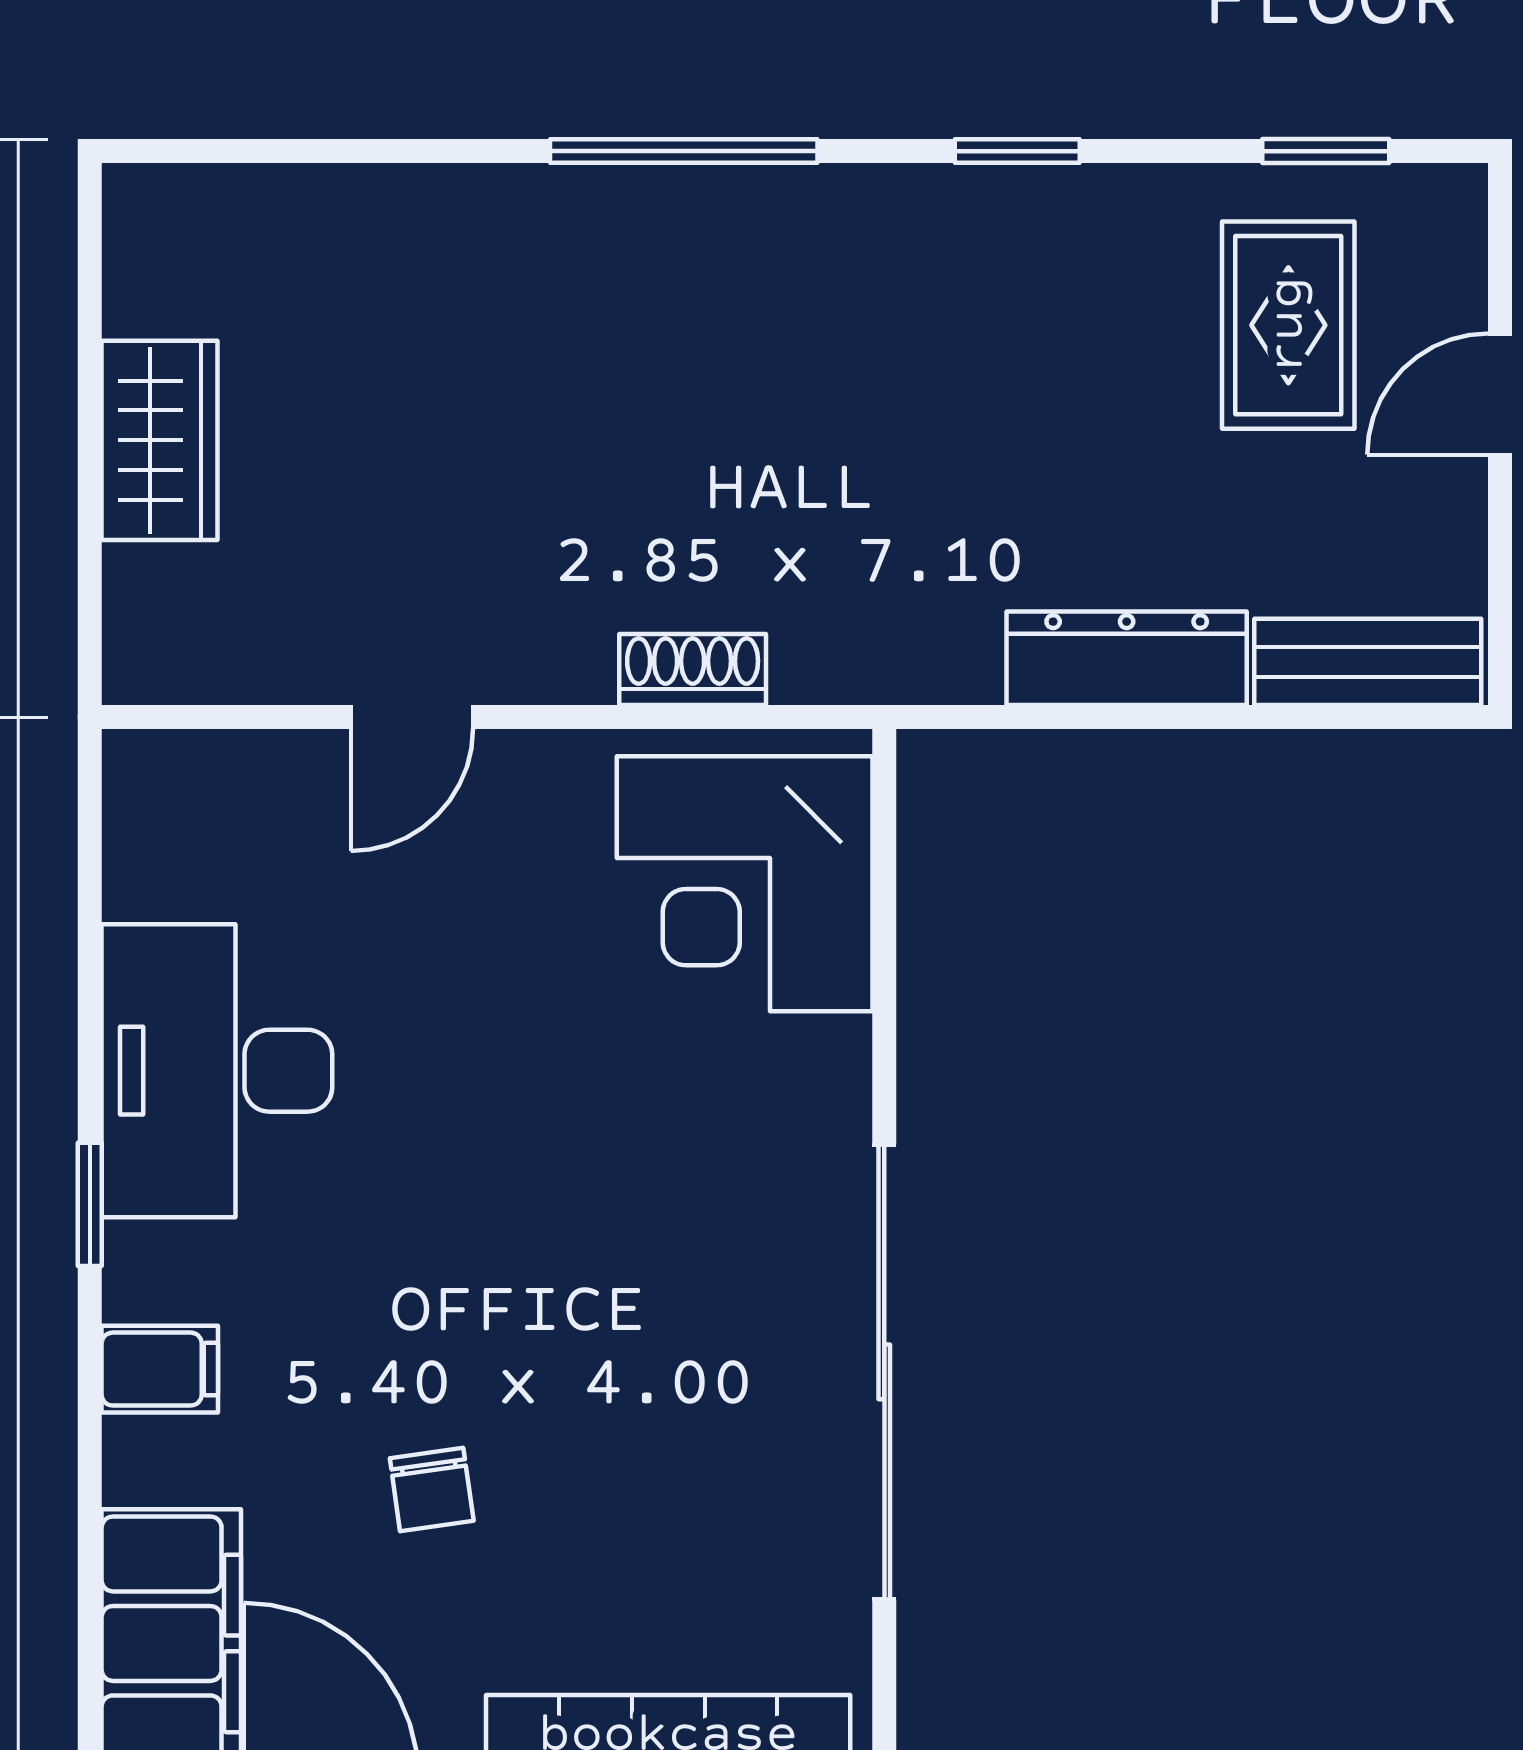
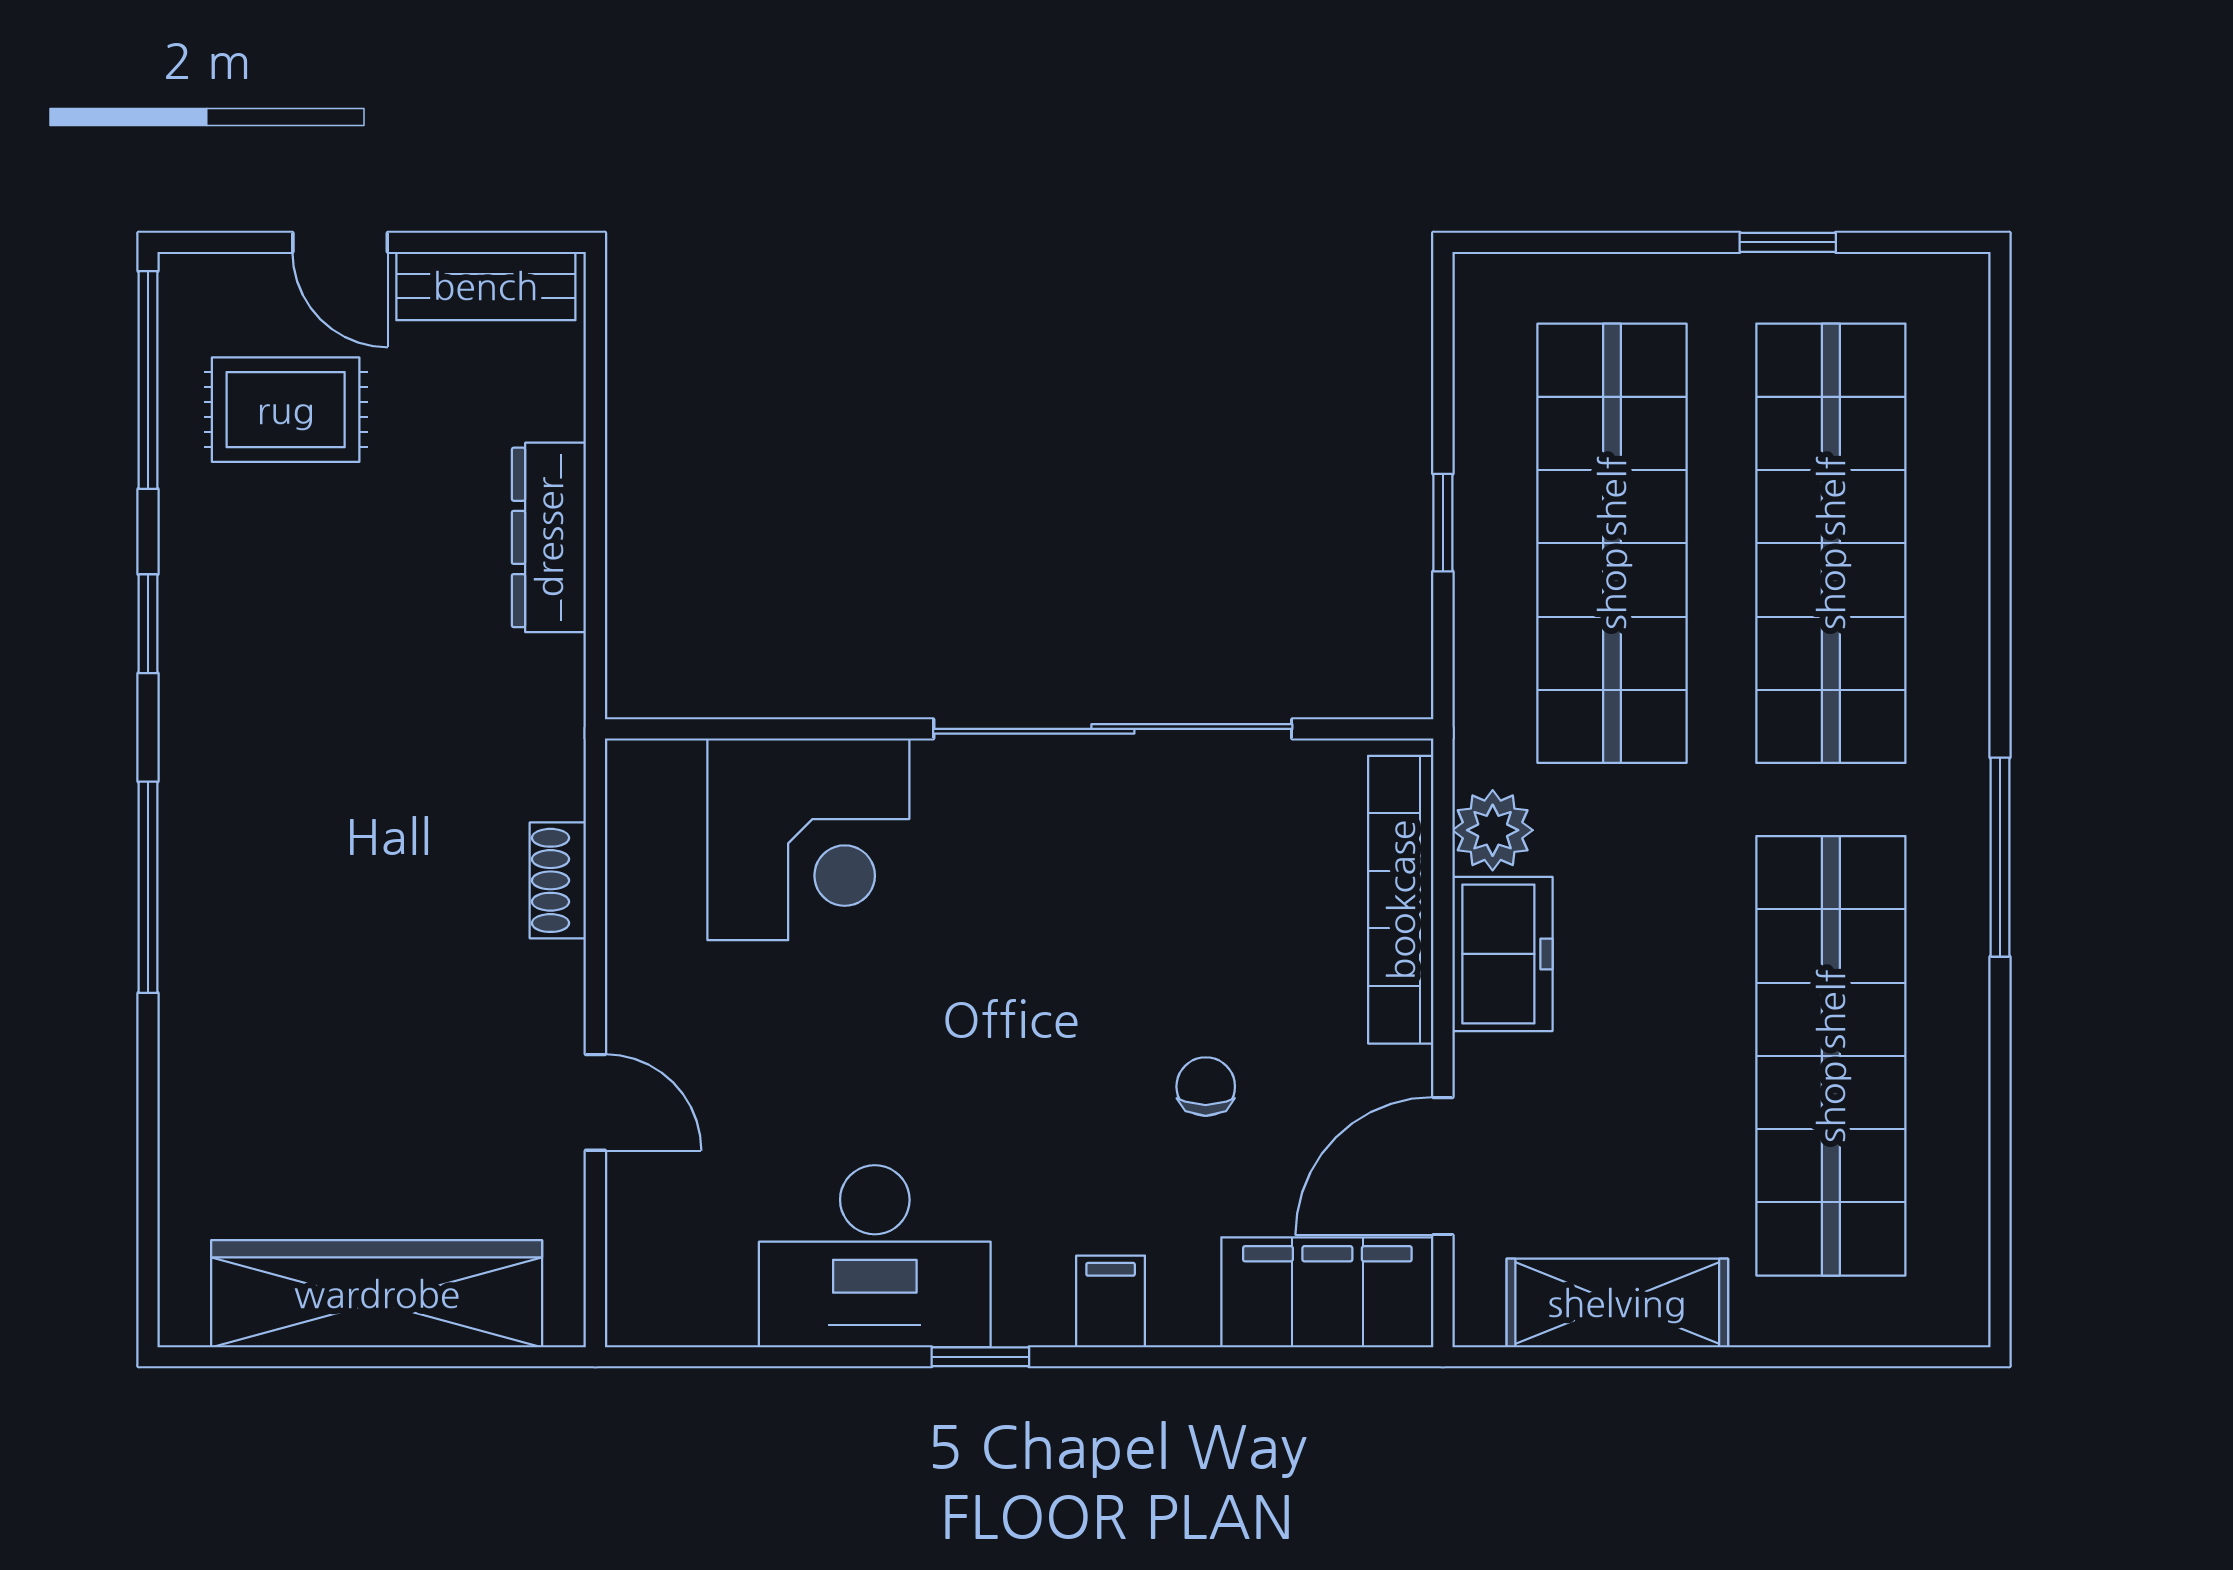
window: (1326, 151) -> (148, 380), width x2.17
wardrobe: (160, 440) -> (377, 1294), width x2.10, depth x1.17
bench: (1368, 662) -> (486, 286), moved, turned 90
corner desk: (745, 884) -> (808, 839), moved
chair: (432, 1490) -> (1206, 1087), turned -82

